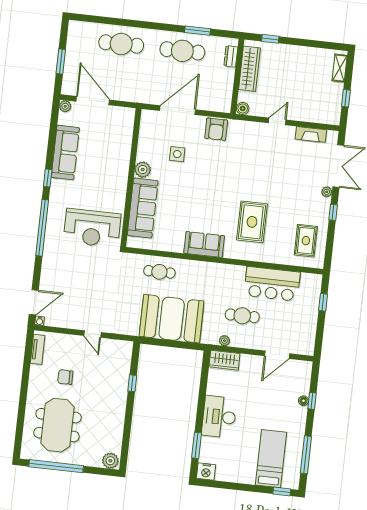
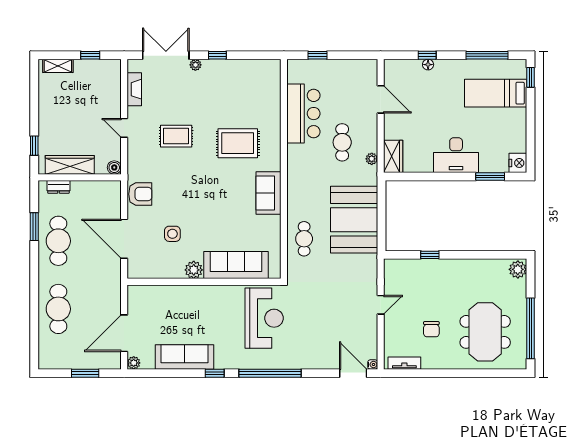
rug: (306, 241) -> (176, 136), moved
meeting table: (58, 425) -> (485, 332), turned 90

